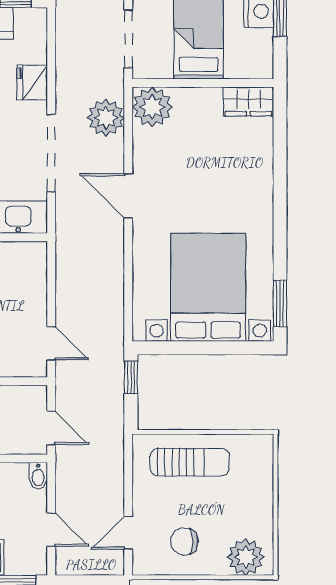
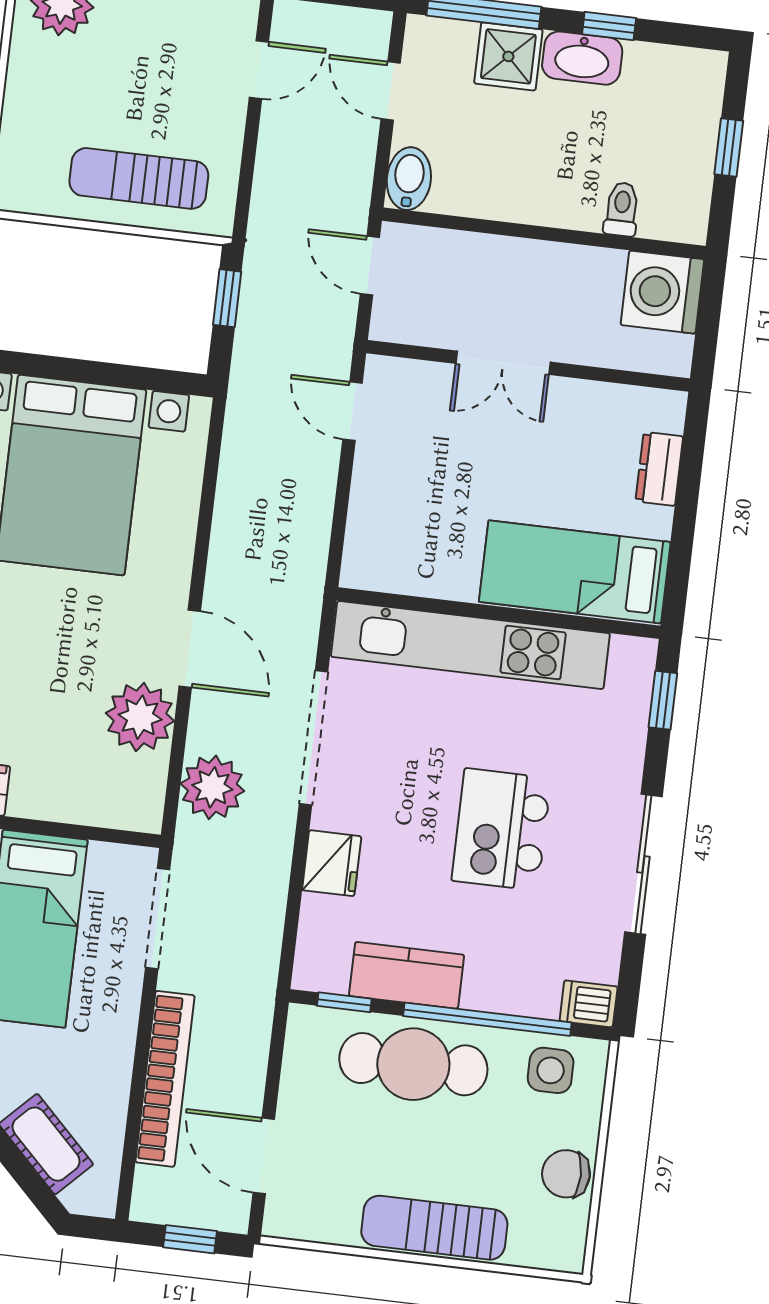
plant: (152, 107) -> (140, 717), moved
window: (131, 377) -> (227, 298), moved
bidet: (38, 476) -> (409, 179), width x1.38, depth x1.36
chair: (184, 541) -> (164, 43), removed

